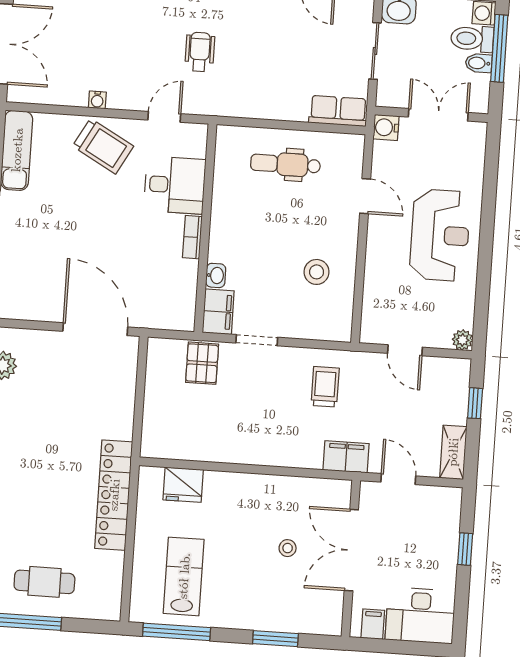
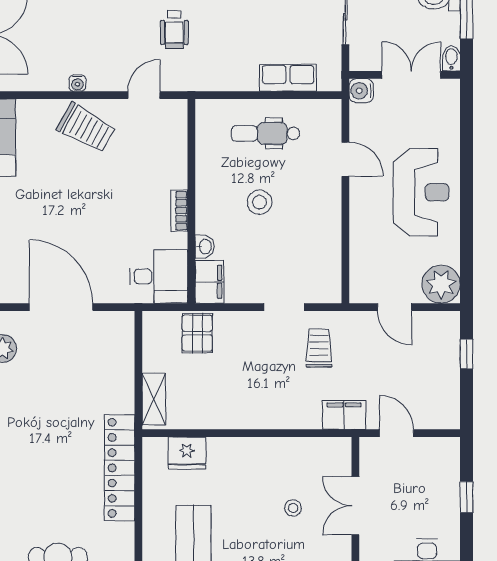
wheelchair: (200, 52) -> (174, 29), turned 180
bidet: (479, 63) -> (451, 58), moved, turned 90
row of seats: (338, 111) -> (288, 78), moved
desk: (175, 185) -> (159, 276), moved
stool: (317, 272) -> (260, 202), moved
door: (95, 329) -> (61, 307), moved
doorway: (257, 340) -> (284, 307), moved
plant: (463, 340) -> (441, 284), width x1.87, depth x1.87
shelving: (453, 452) -> (154, 399), moved
double door: (351, 550) -> (355, 506), width x0.73

